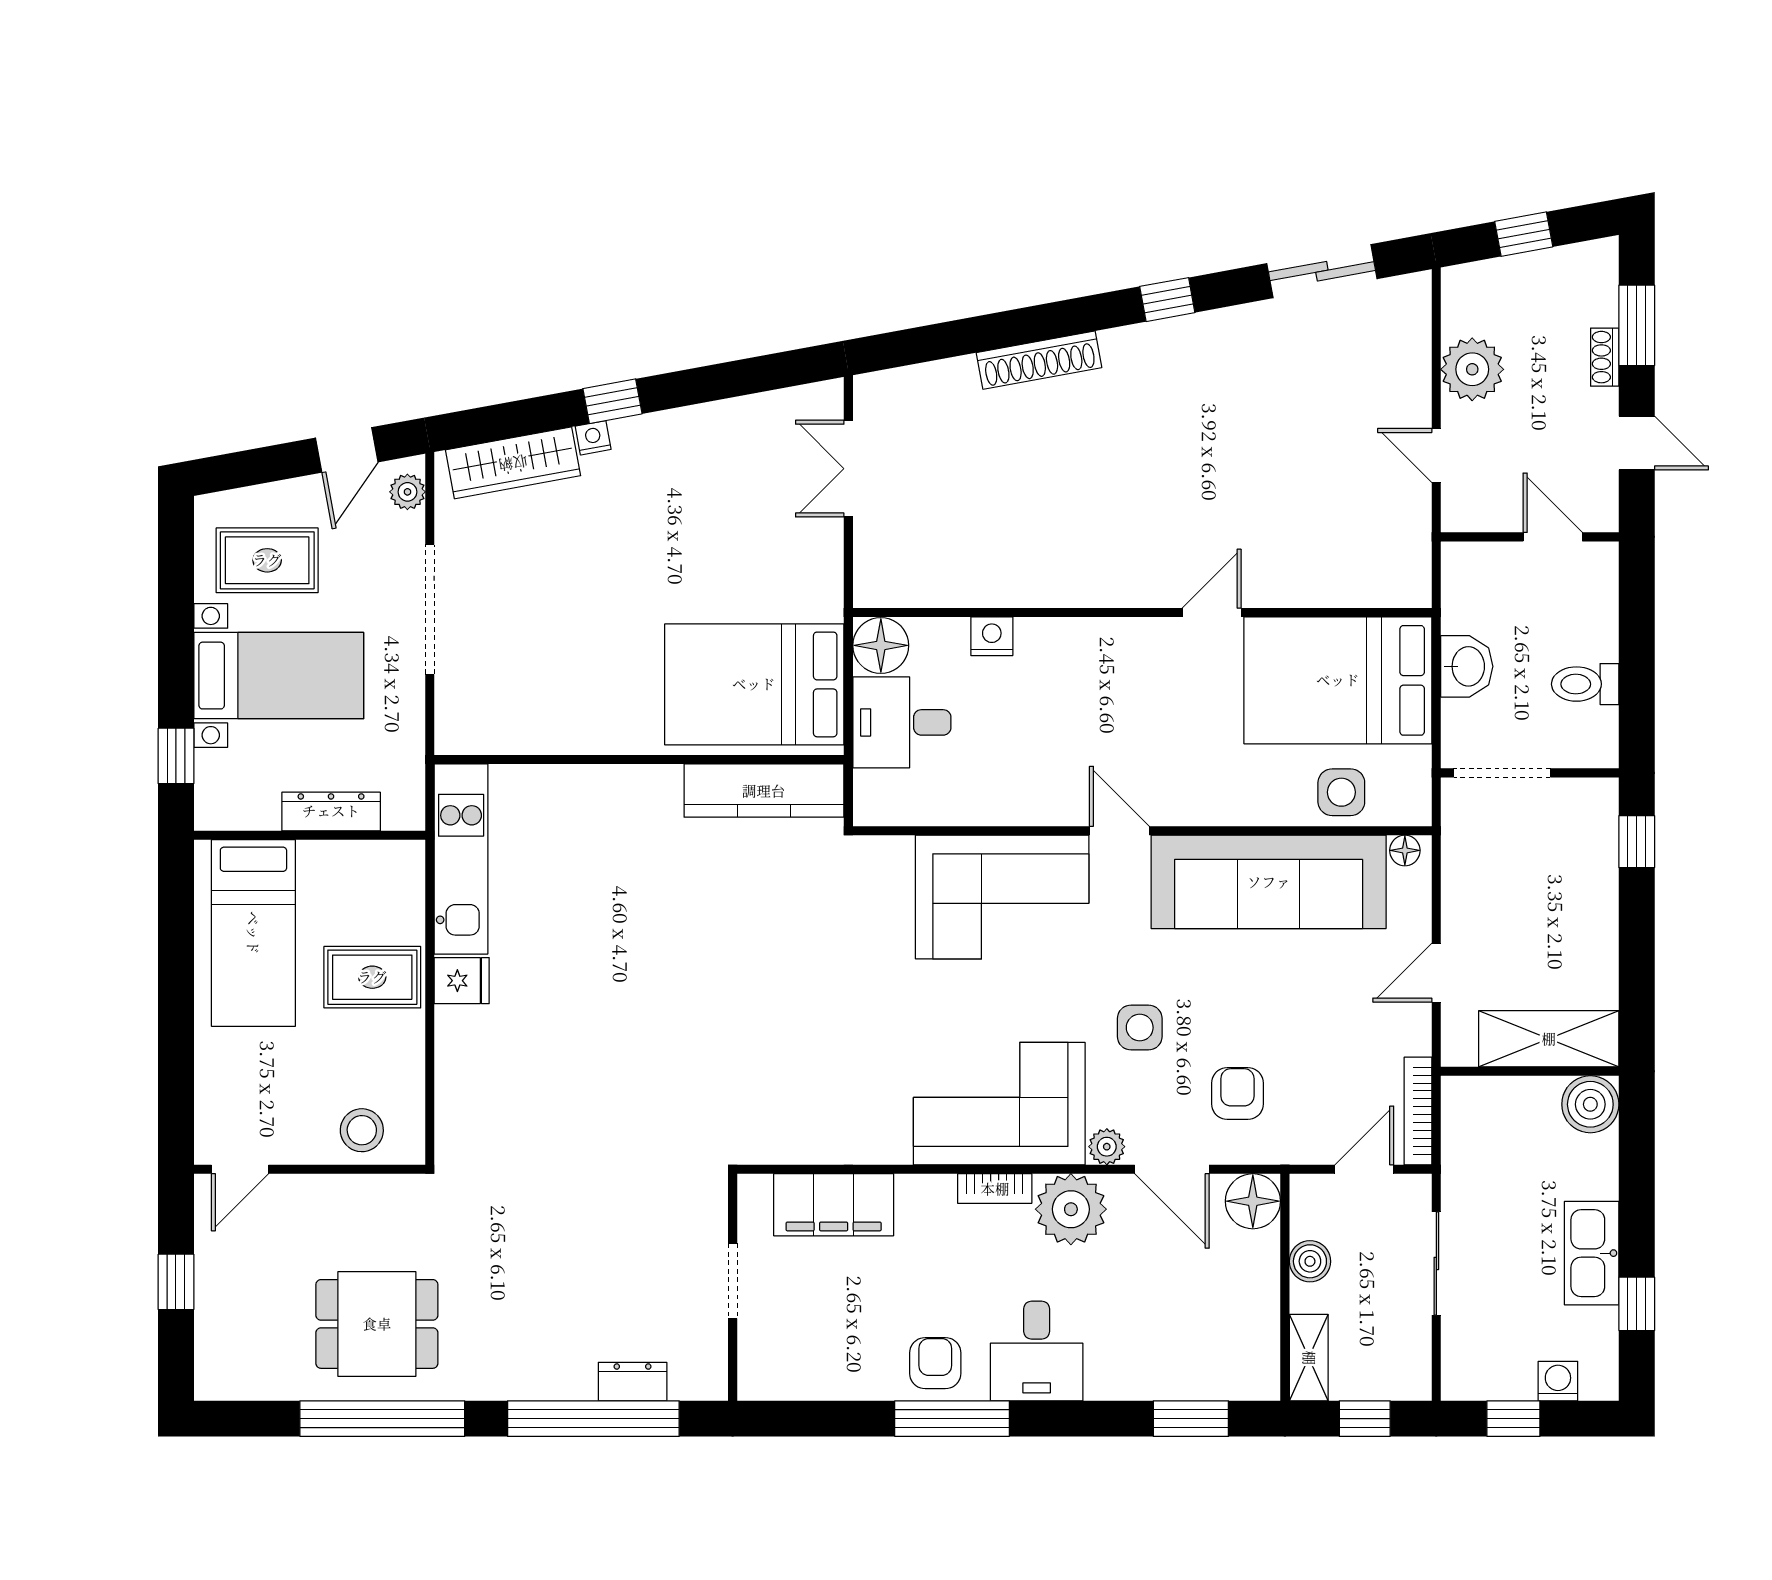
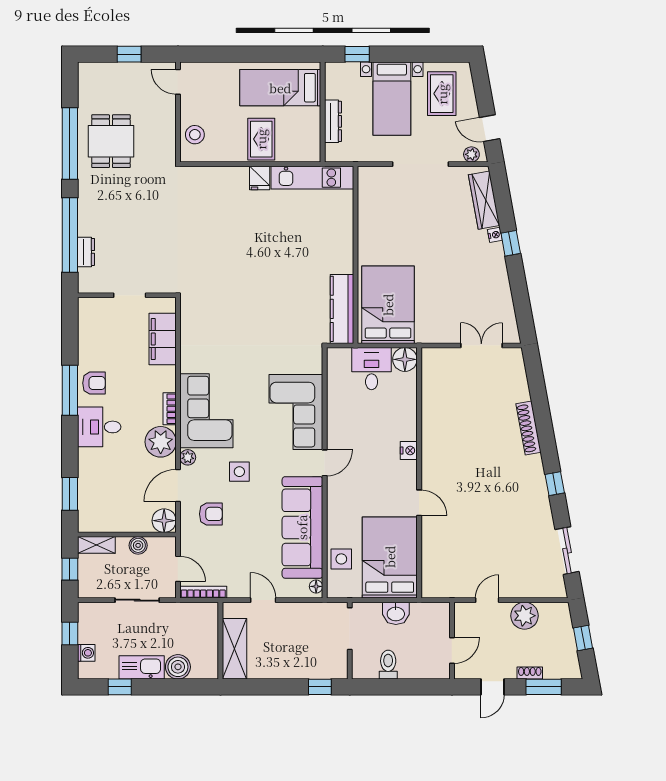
nightstand: (992, 636) -> (409, 451), moved
boiler: (1590, 1104) -> (178, 667), moved

